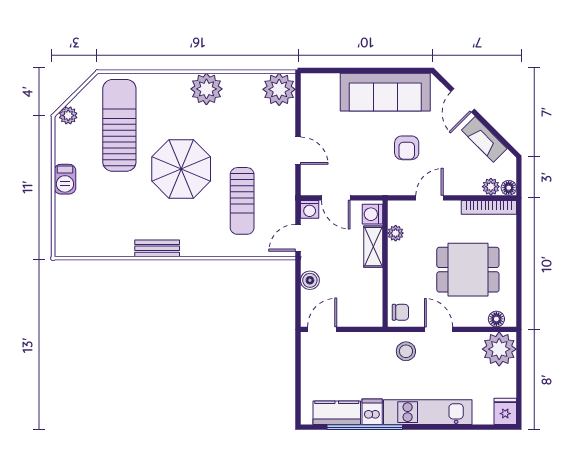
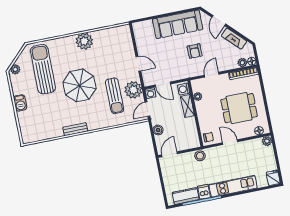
plant: (279, 89) -> (133, 90), moved
plant: (499, 349) -> (267, 141), width x0.53, depth x0.53
stool: (406, 351) -> (200, 156), moved

